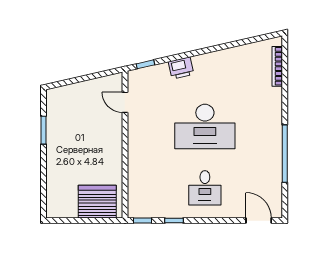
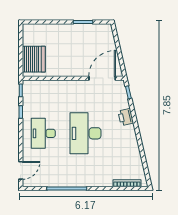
door: (125, 102) -> (102, 78), width x1.87
desk: (205, 188) -> (43, 133), width x1.37

